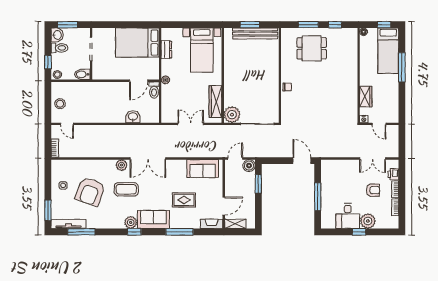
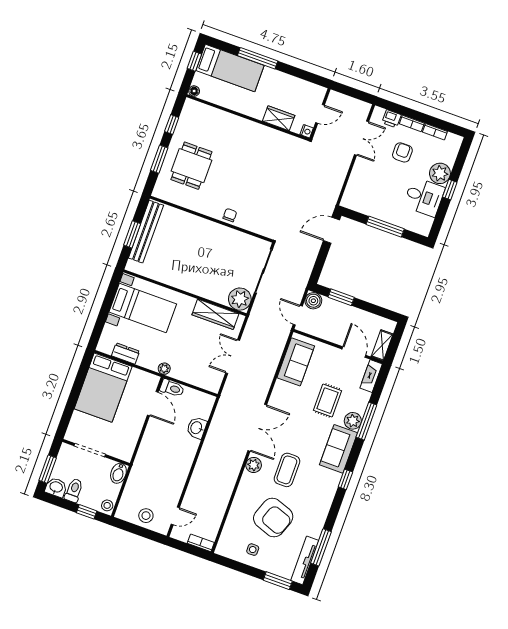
plant: (131, 222) -> (353, 421), moved

